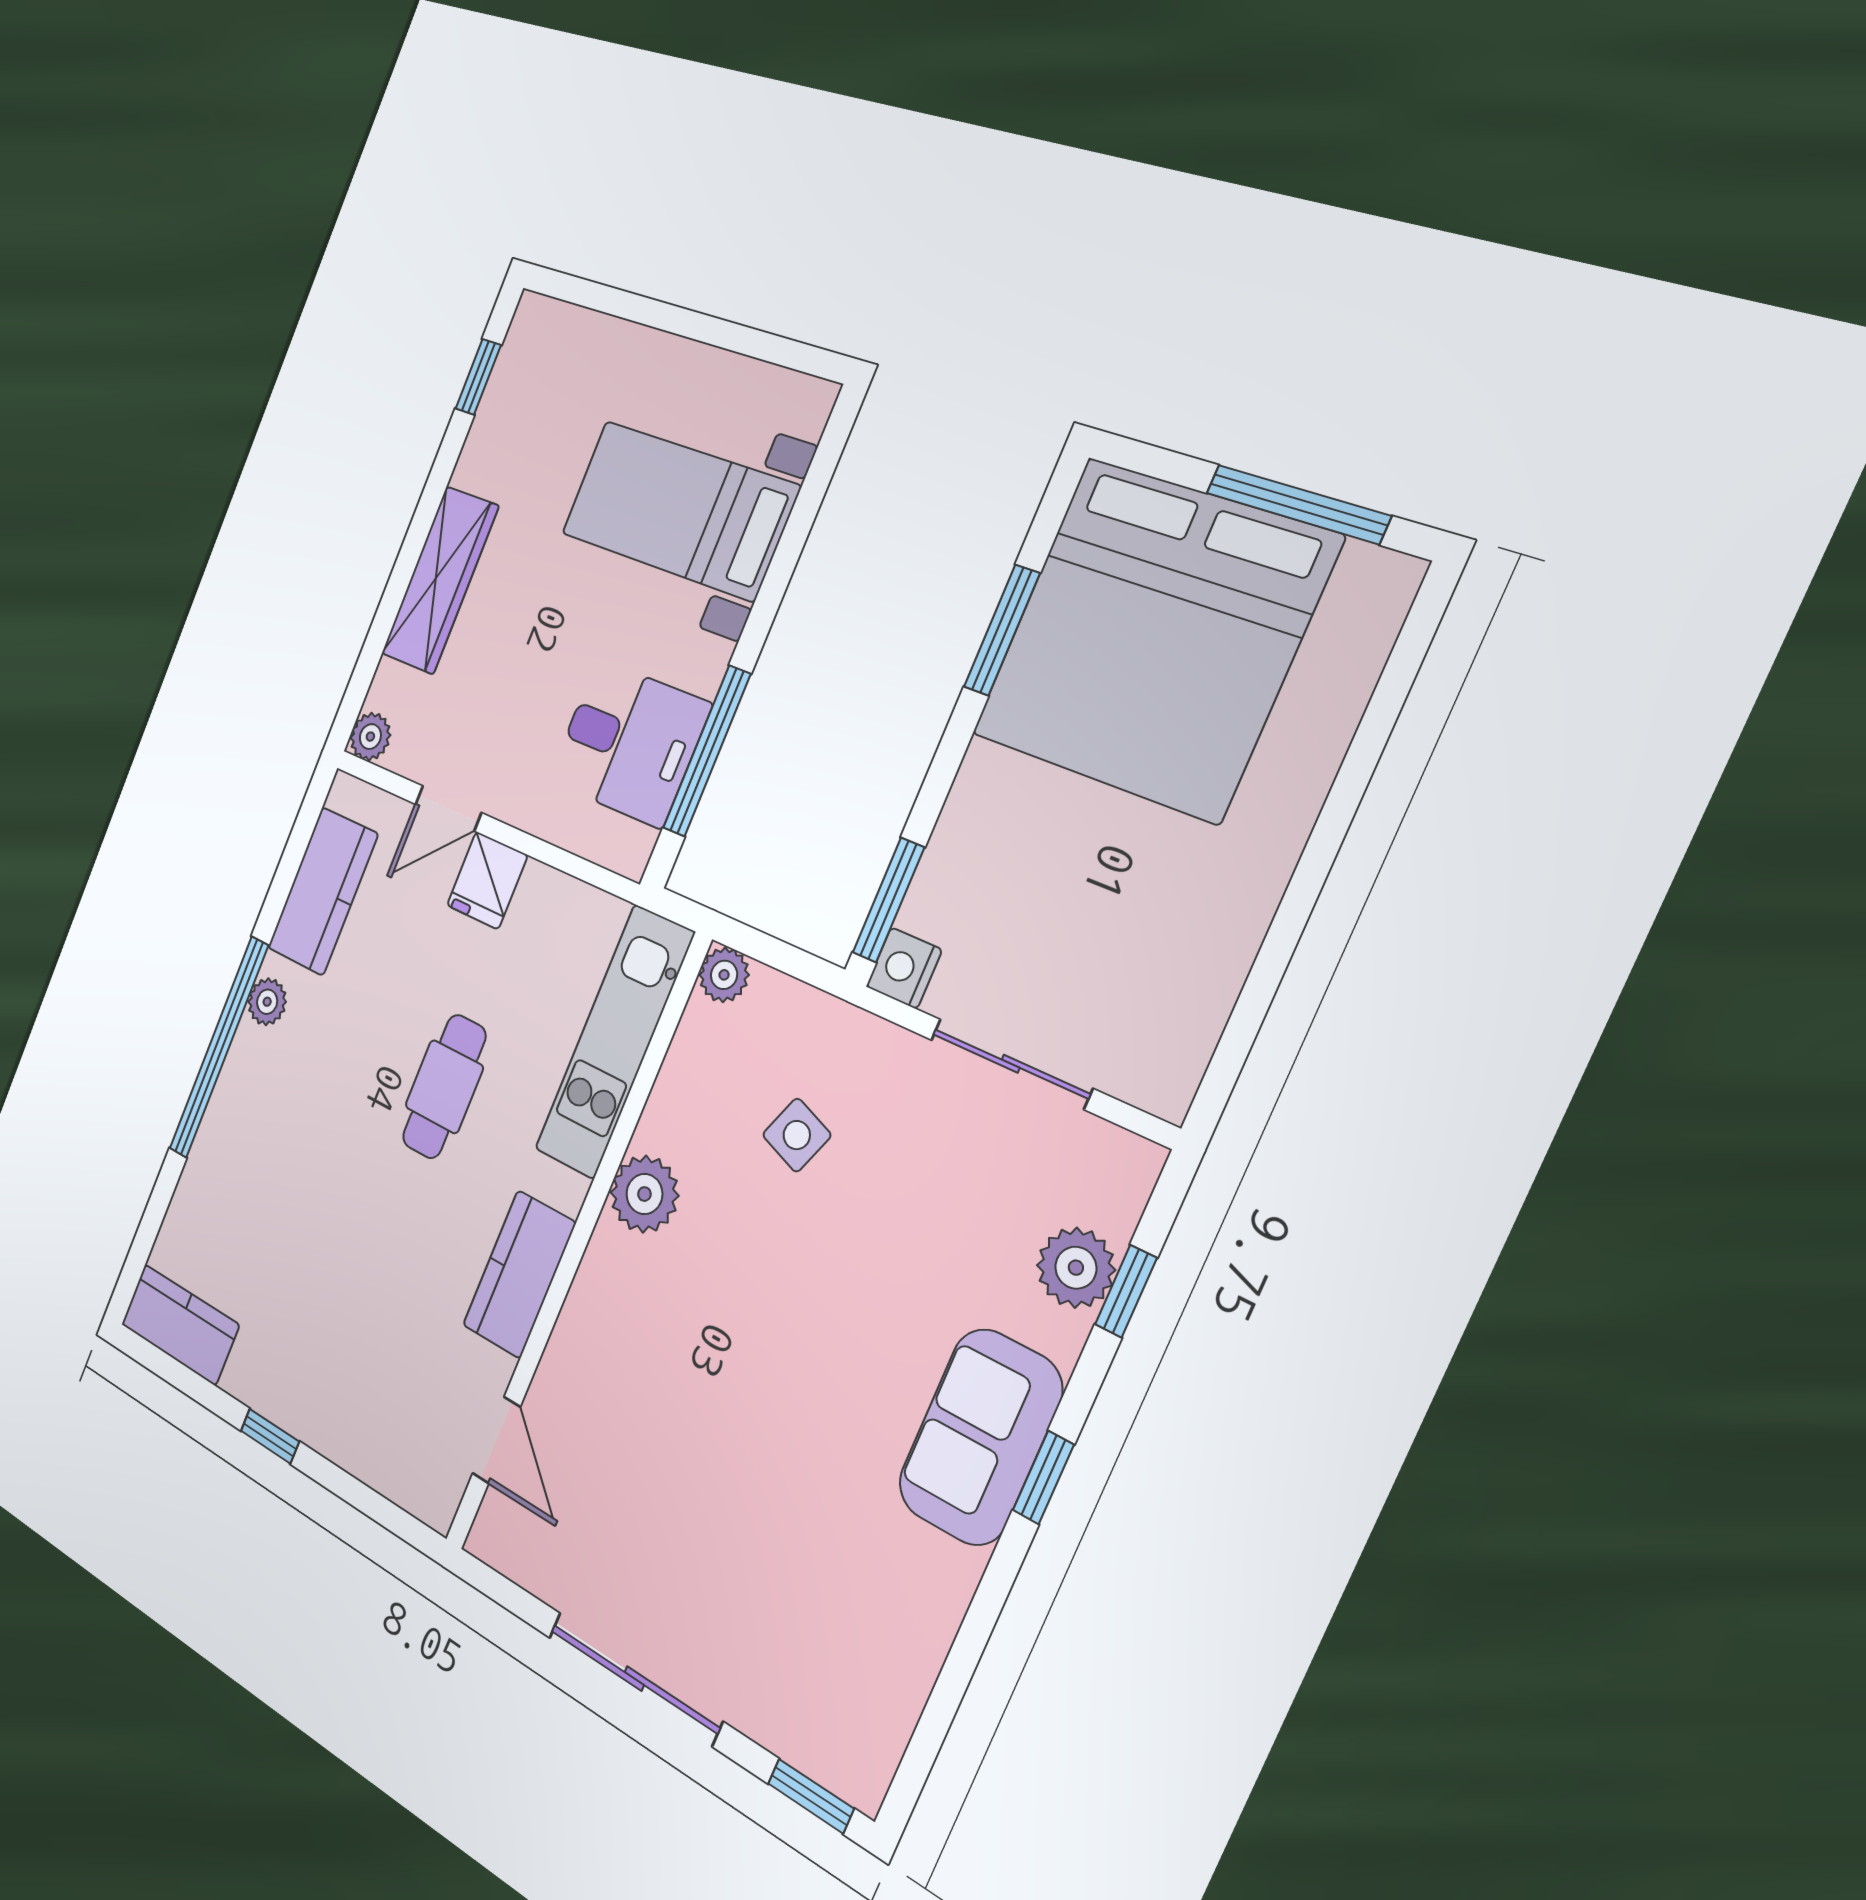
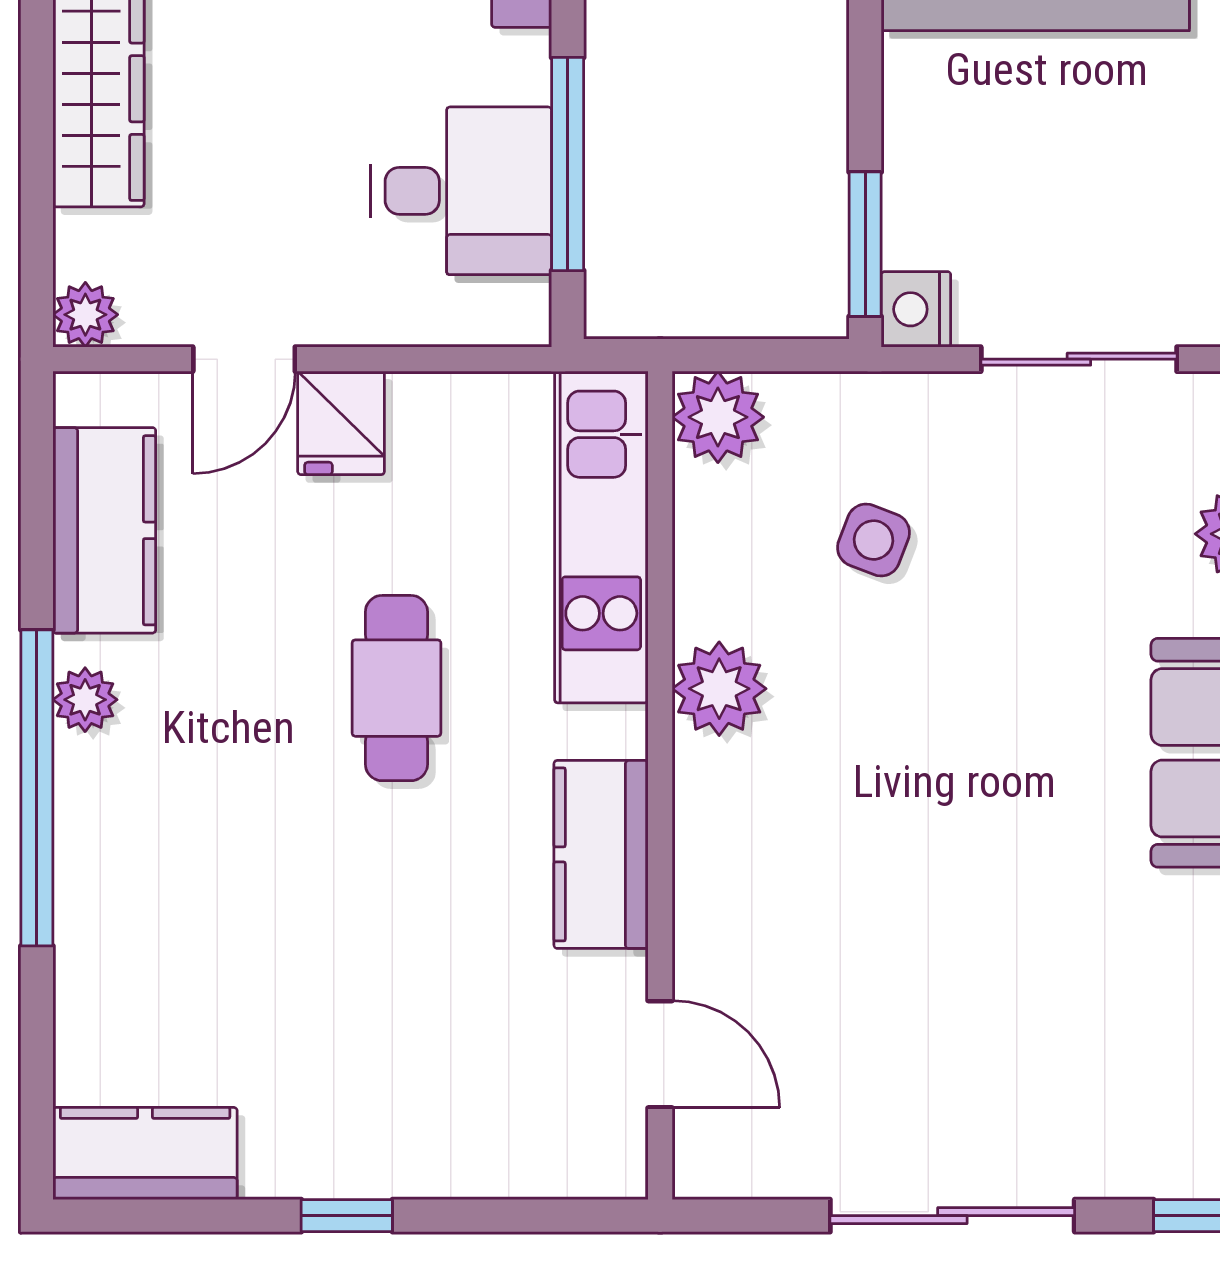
plant: (724, 975) -> (718, 417), width x1.38, depth x1.38

